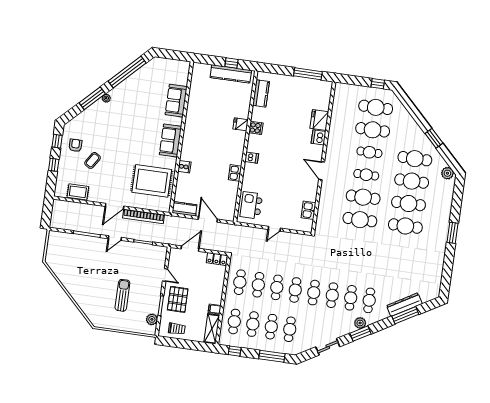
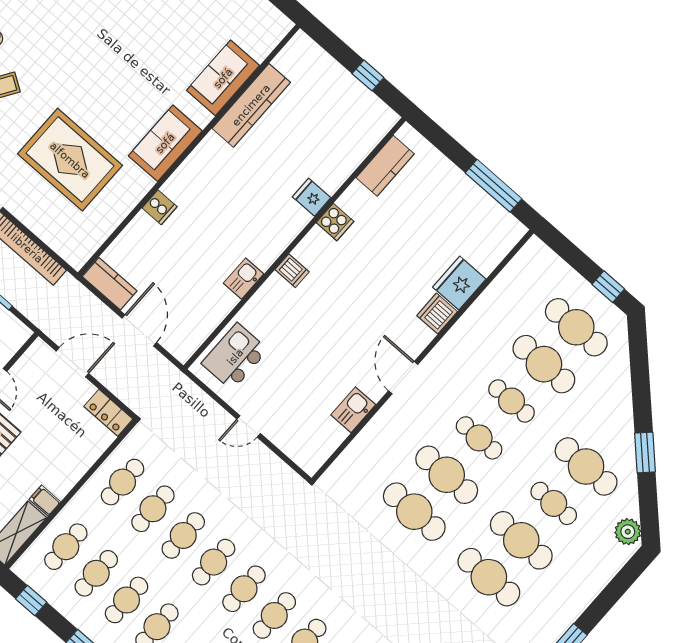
kitchen counter: (231, 74) -> (251, 105), moved, turned -90
rug: (152, 181) -> (70, 160), moved
cafe table: (412, 181) -> (554, 503), width x0.73, depth x0.74
kitchen sink: (308, 210) -> (353, 410), moved

